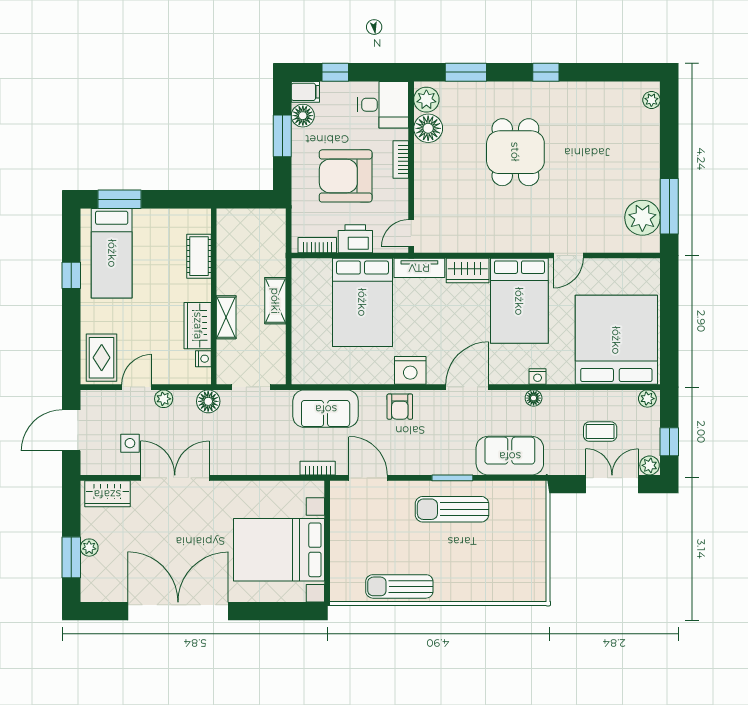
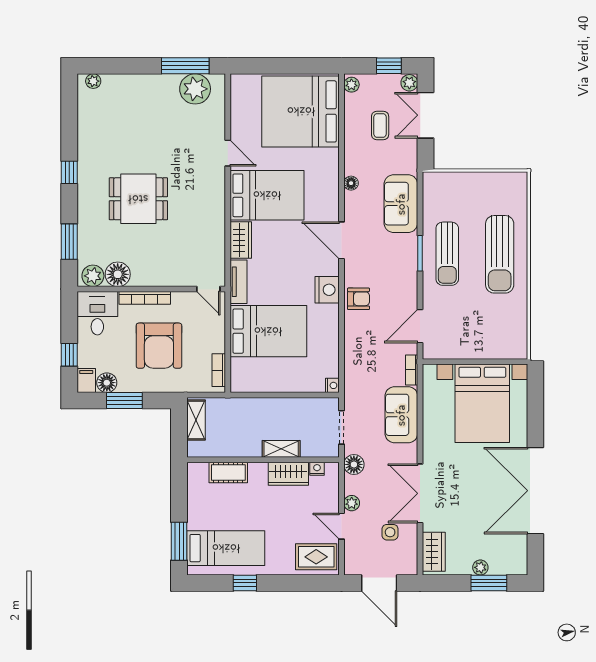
bookcase: (401, 159) -> (145, 298), width x1.56
printer: (355, 239) -> (213, 337), removed
shelving: (275, 301) -> (196, 420), moved, turned 90
nightstand: (538, 376) -> (332, 385), moved
sofa: (326, 409) -> (401, 415), moved, turned 180
sun lounger: (399, 586) -> (500, 254), moved, width x1.36, depth x1.34

